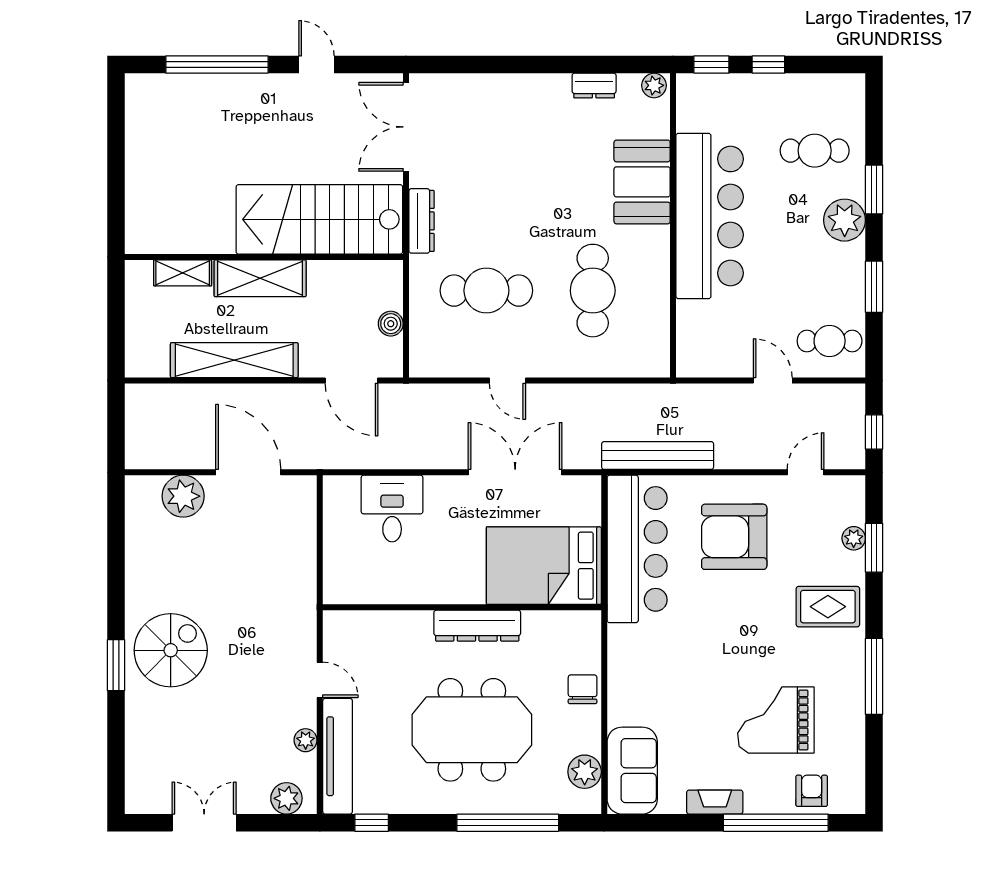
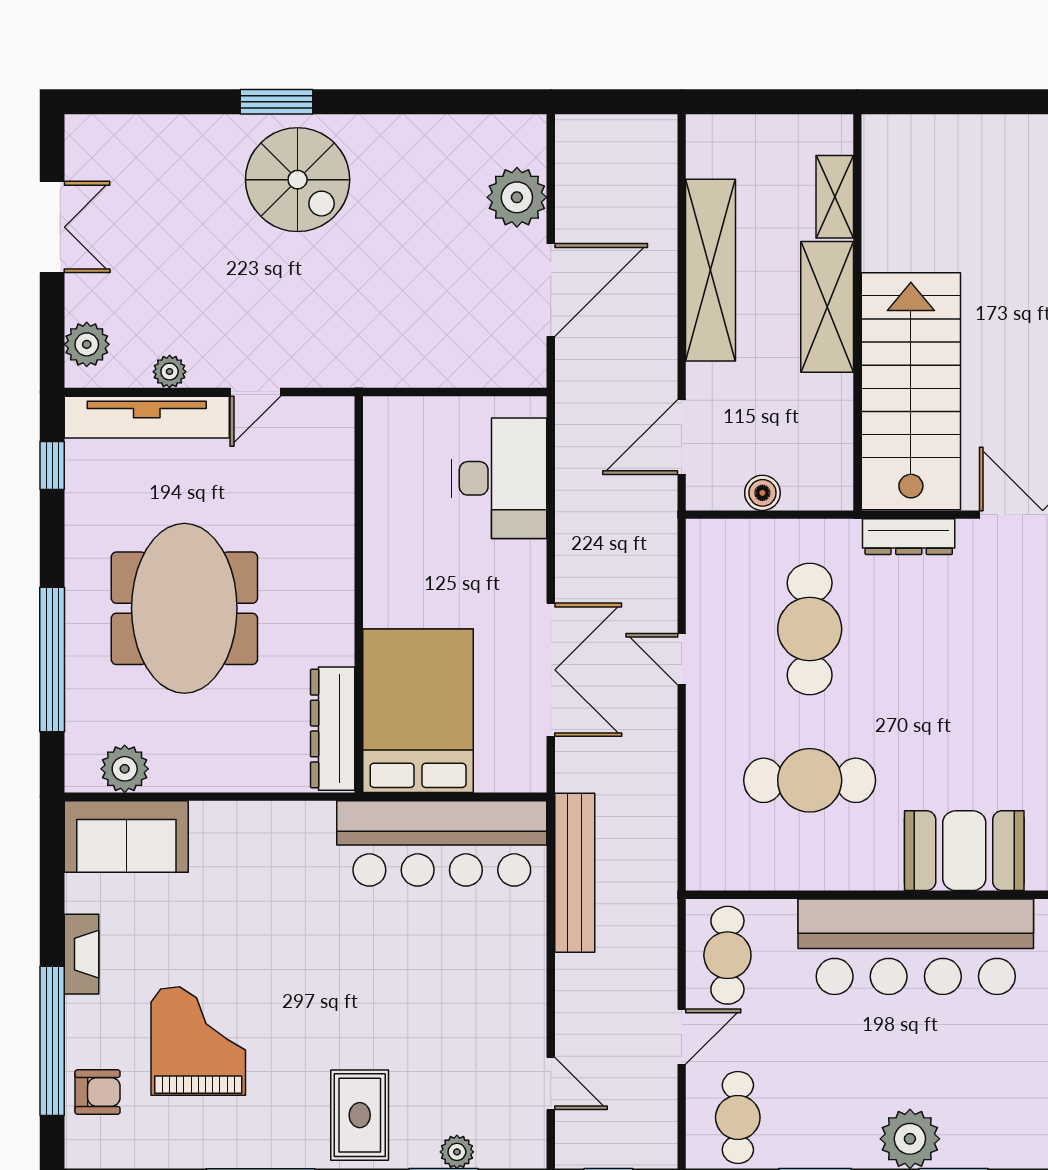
cafe table: (815, 151) -> (727, 955), moved
door: (507, 380) -> (682, 659), hinge flipped
desk: (392, 509) -> (499, 478), width x1.37
armchair: (734, 537) -> (459, 982), removed
dresser: (477, 626) -> (333, 729), moved
chair: (583, 689) -> (242, 766), removed

